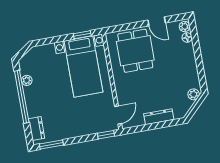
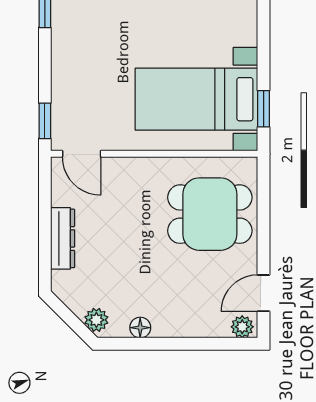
door: (157, 21) -> (264, 293), moved
floor lamp: (187, 37) -> (140, 328), moved

